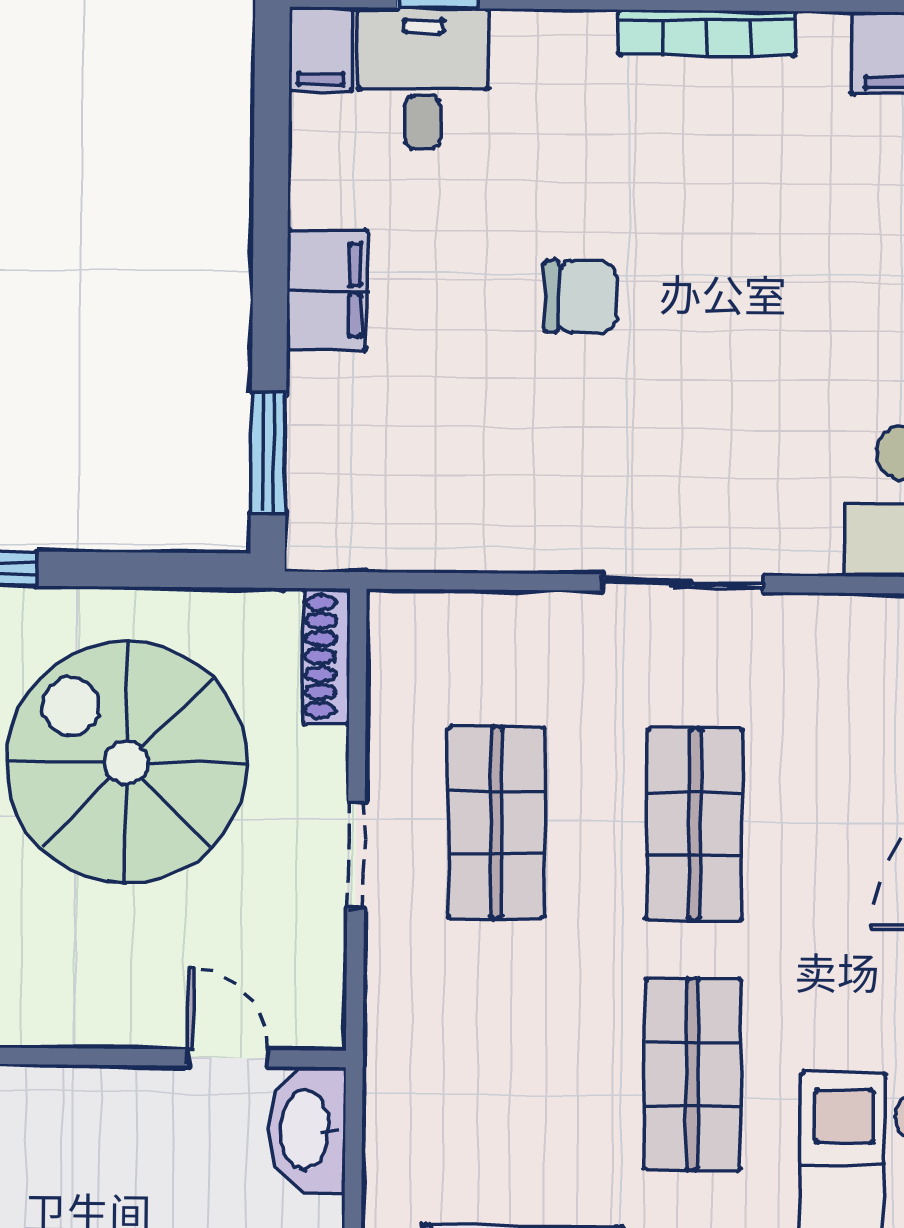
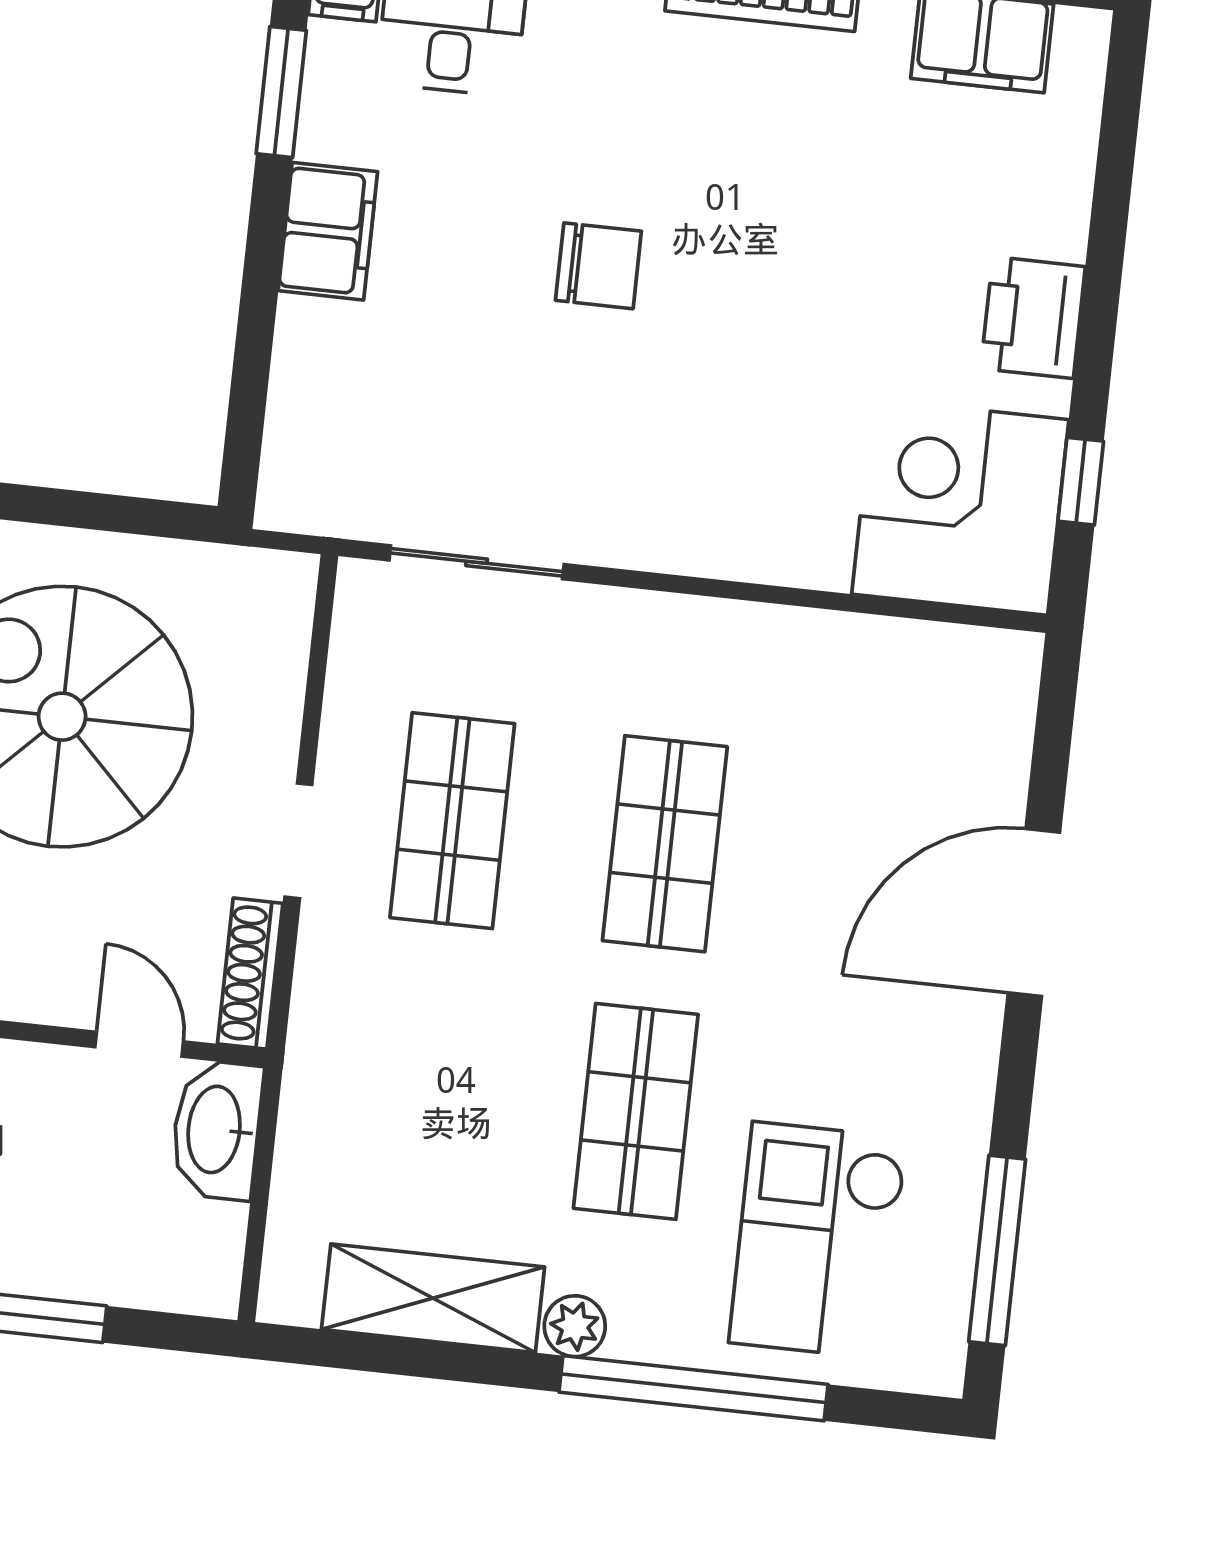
window: (269, 453) -> (281, 92), moved
sliding door: (682, 583) -> (477, 562), moved
shoe rack: (326, 656) -> (250, 974), moved

